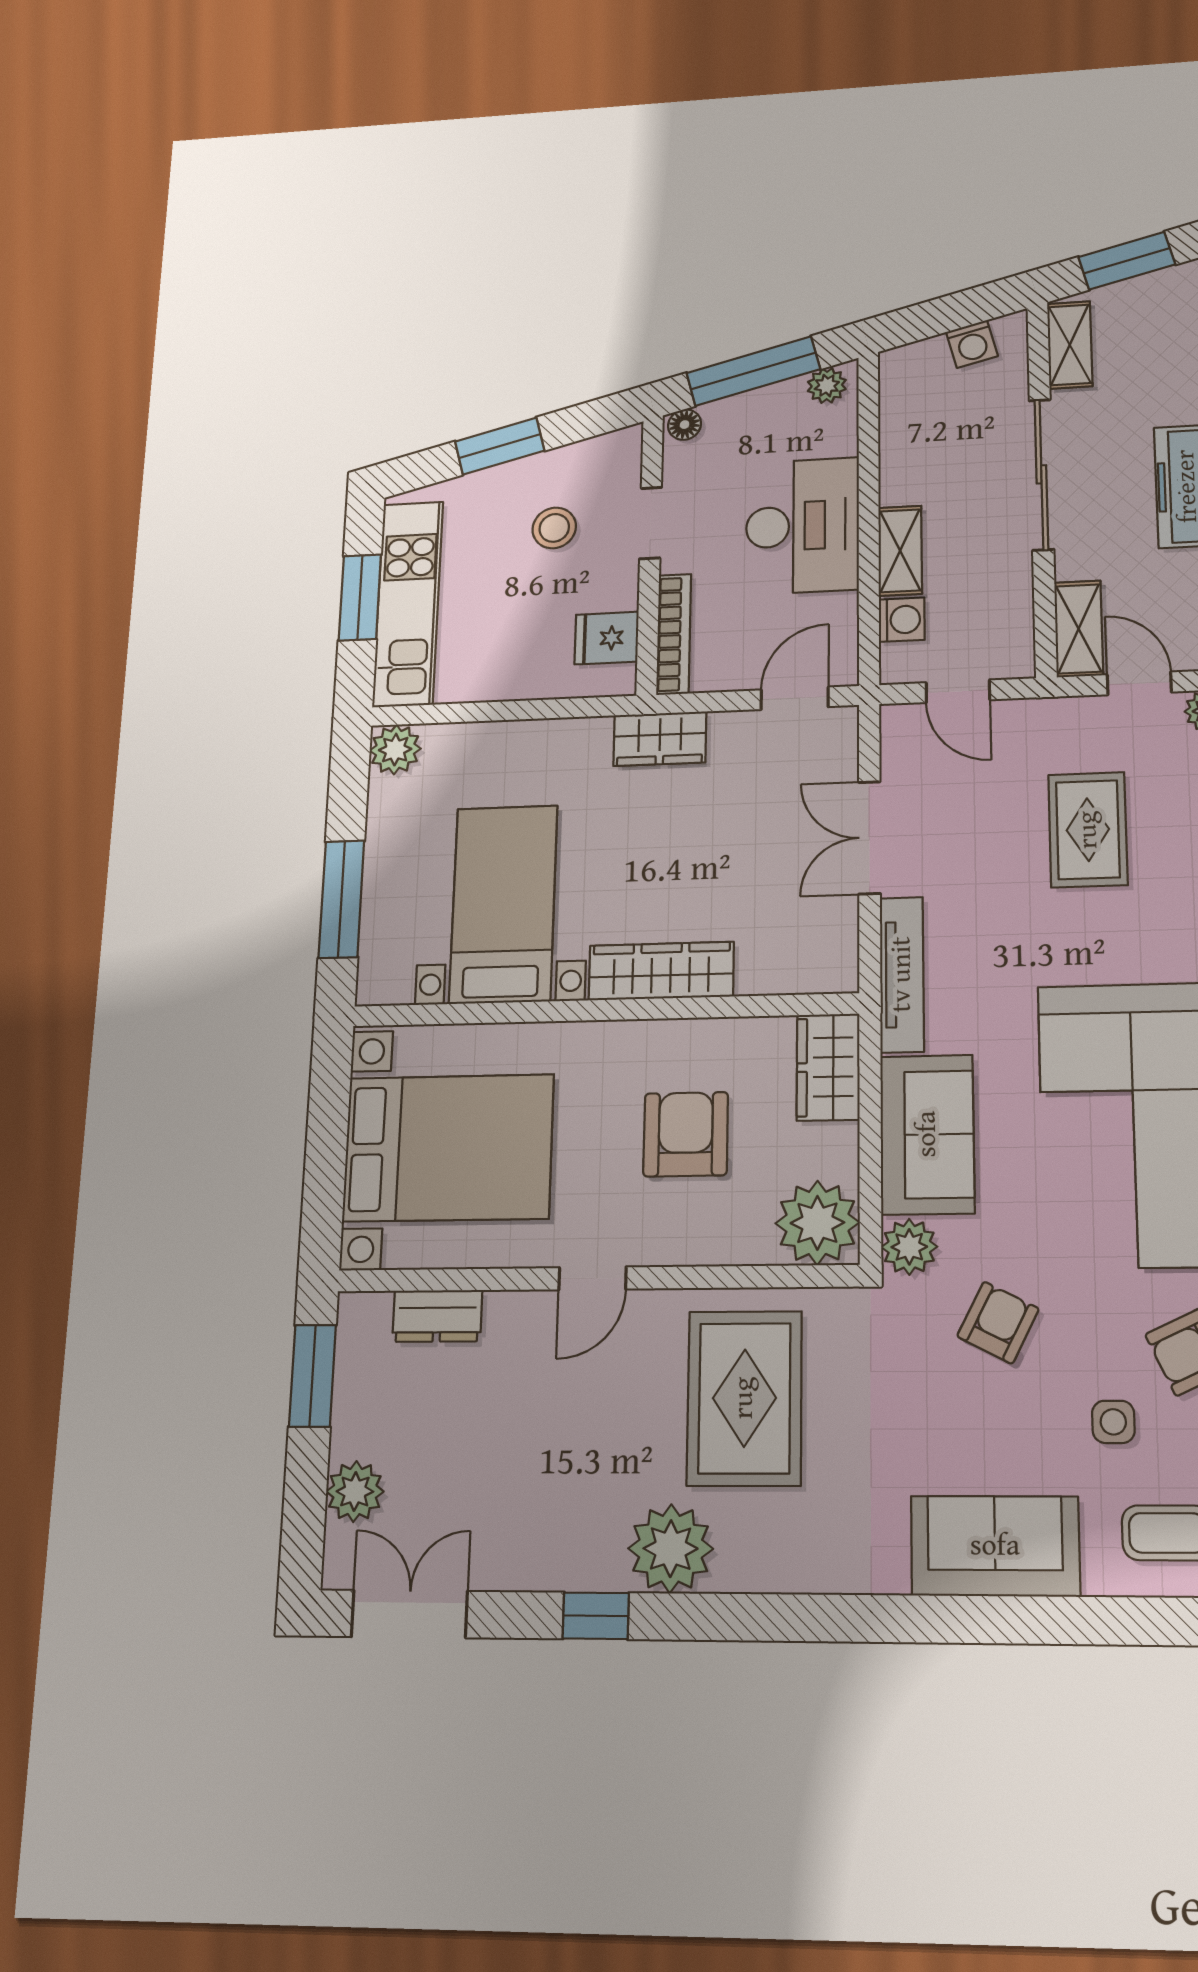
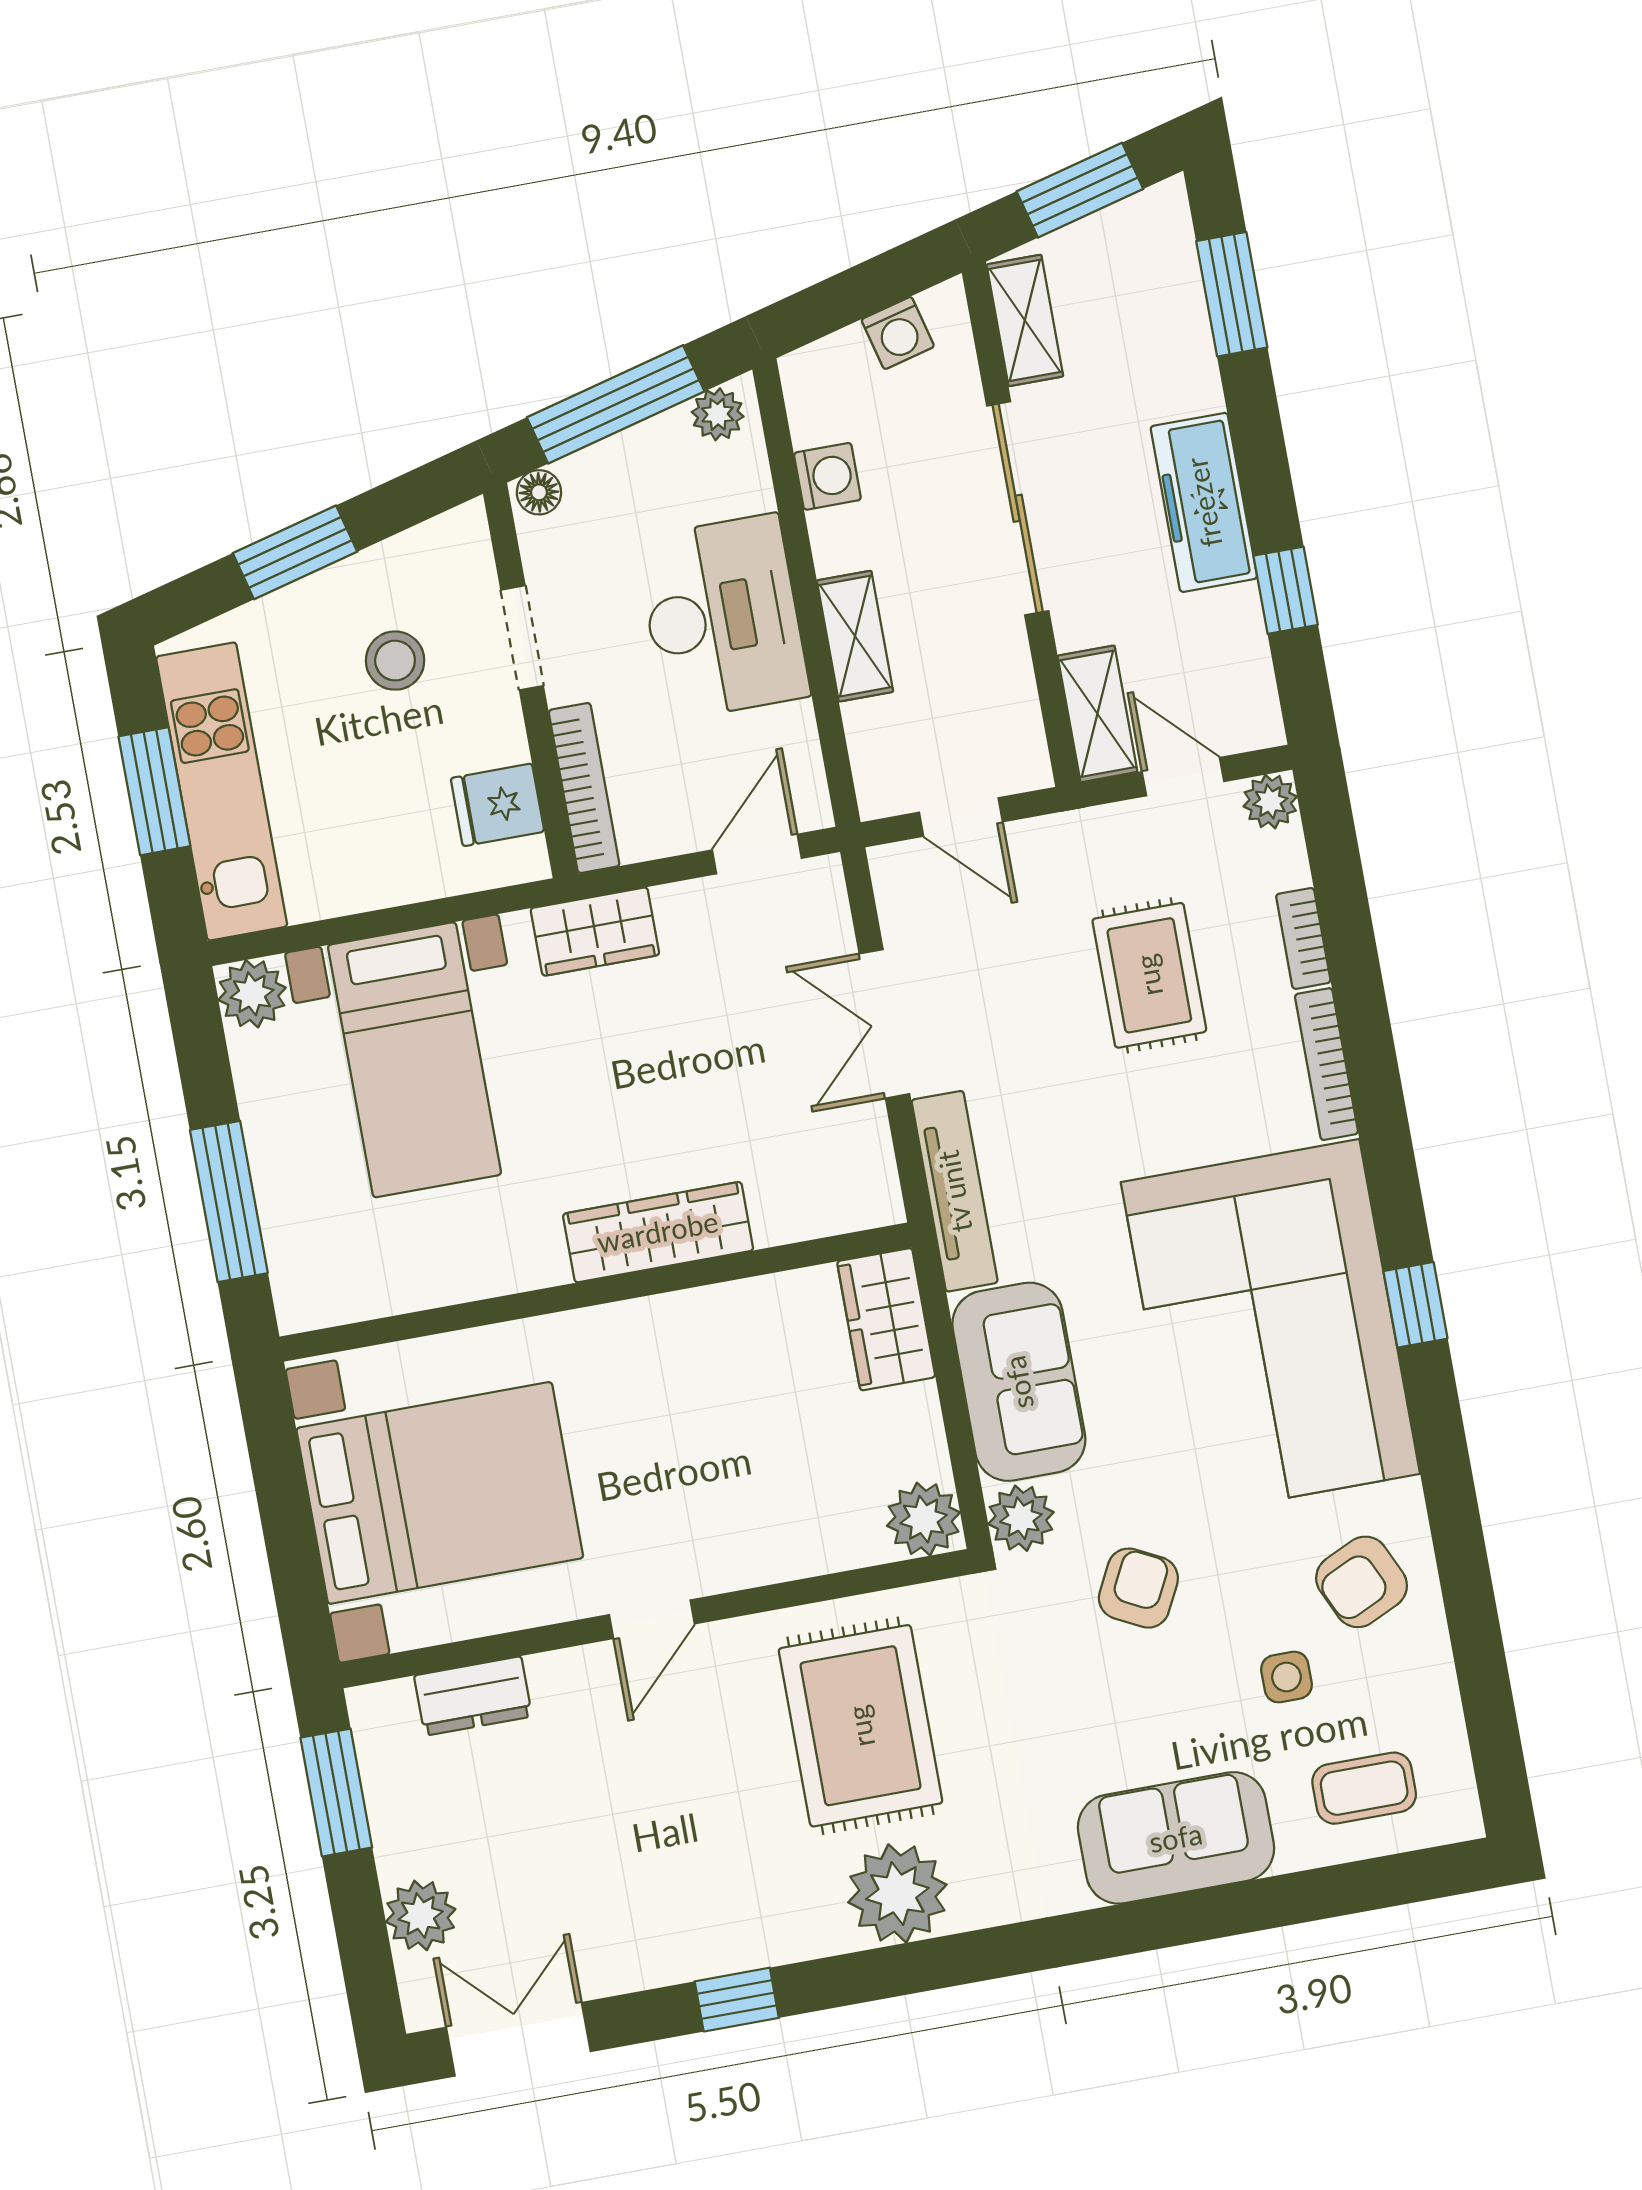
washing machine: (902, 620) -> (827, 476), moved
bed with nightstands: (503, 904) -> (414, 1060), moved, turned 180
armchair: (686, 1134) -> (729, 1429), removed
plant: (817, 1223) -> (924, 1519), width x0.73, depth x0.73
plant: (671, 1549) -> (897, 1893), moved

